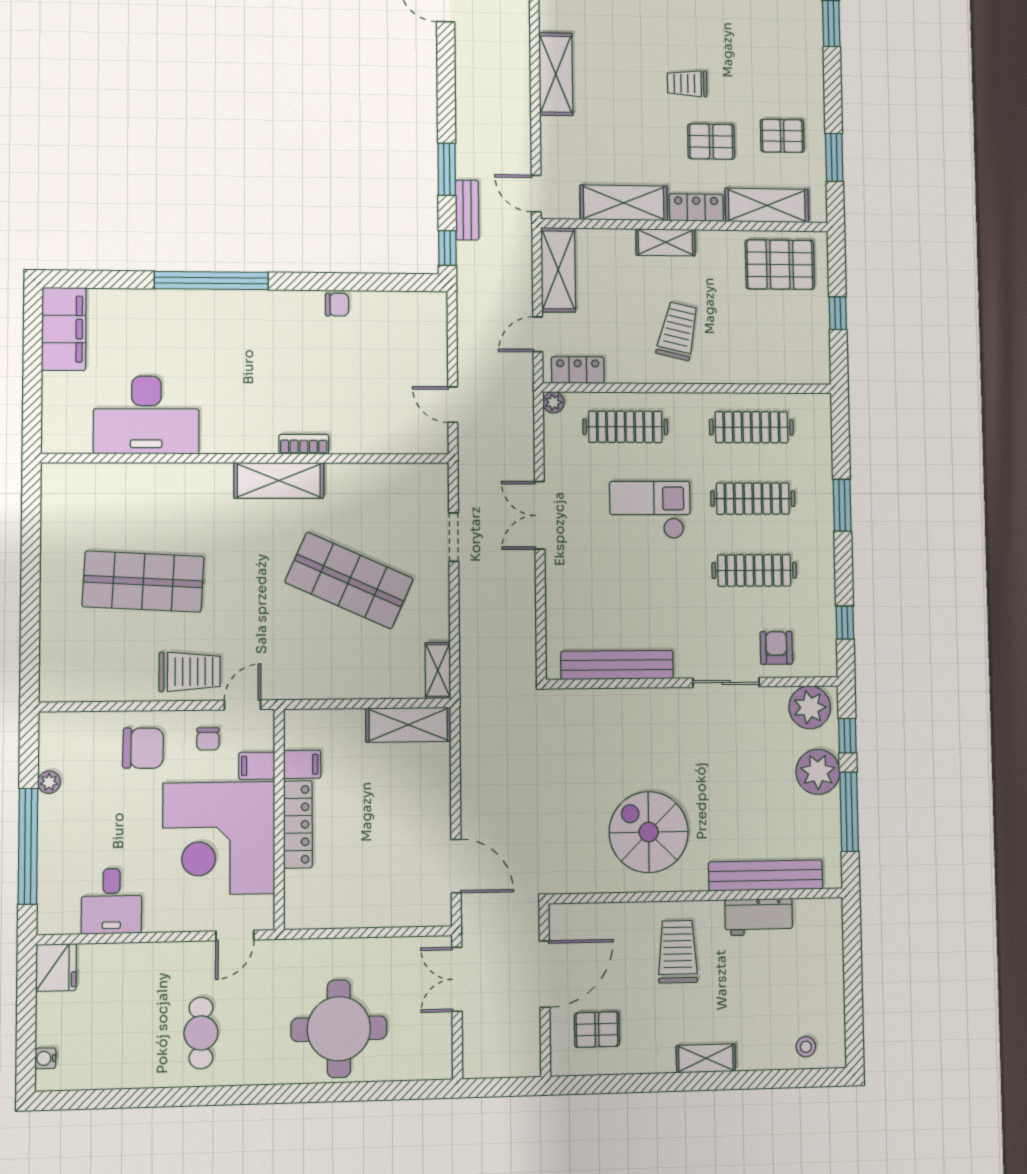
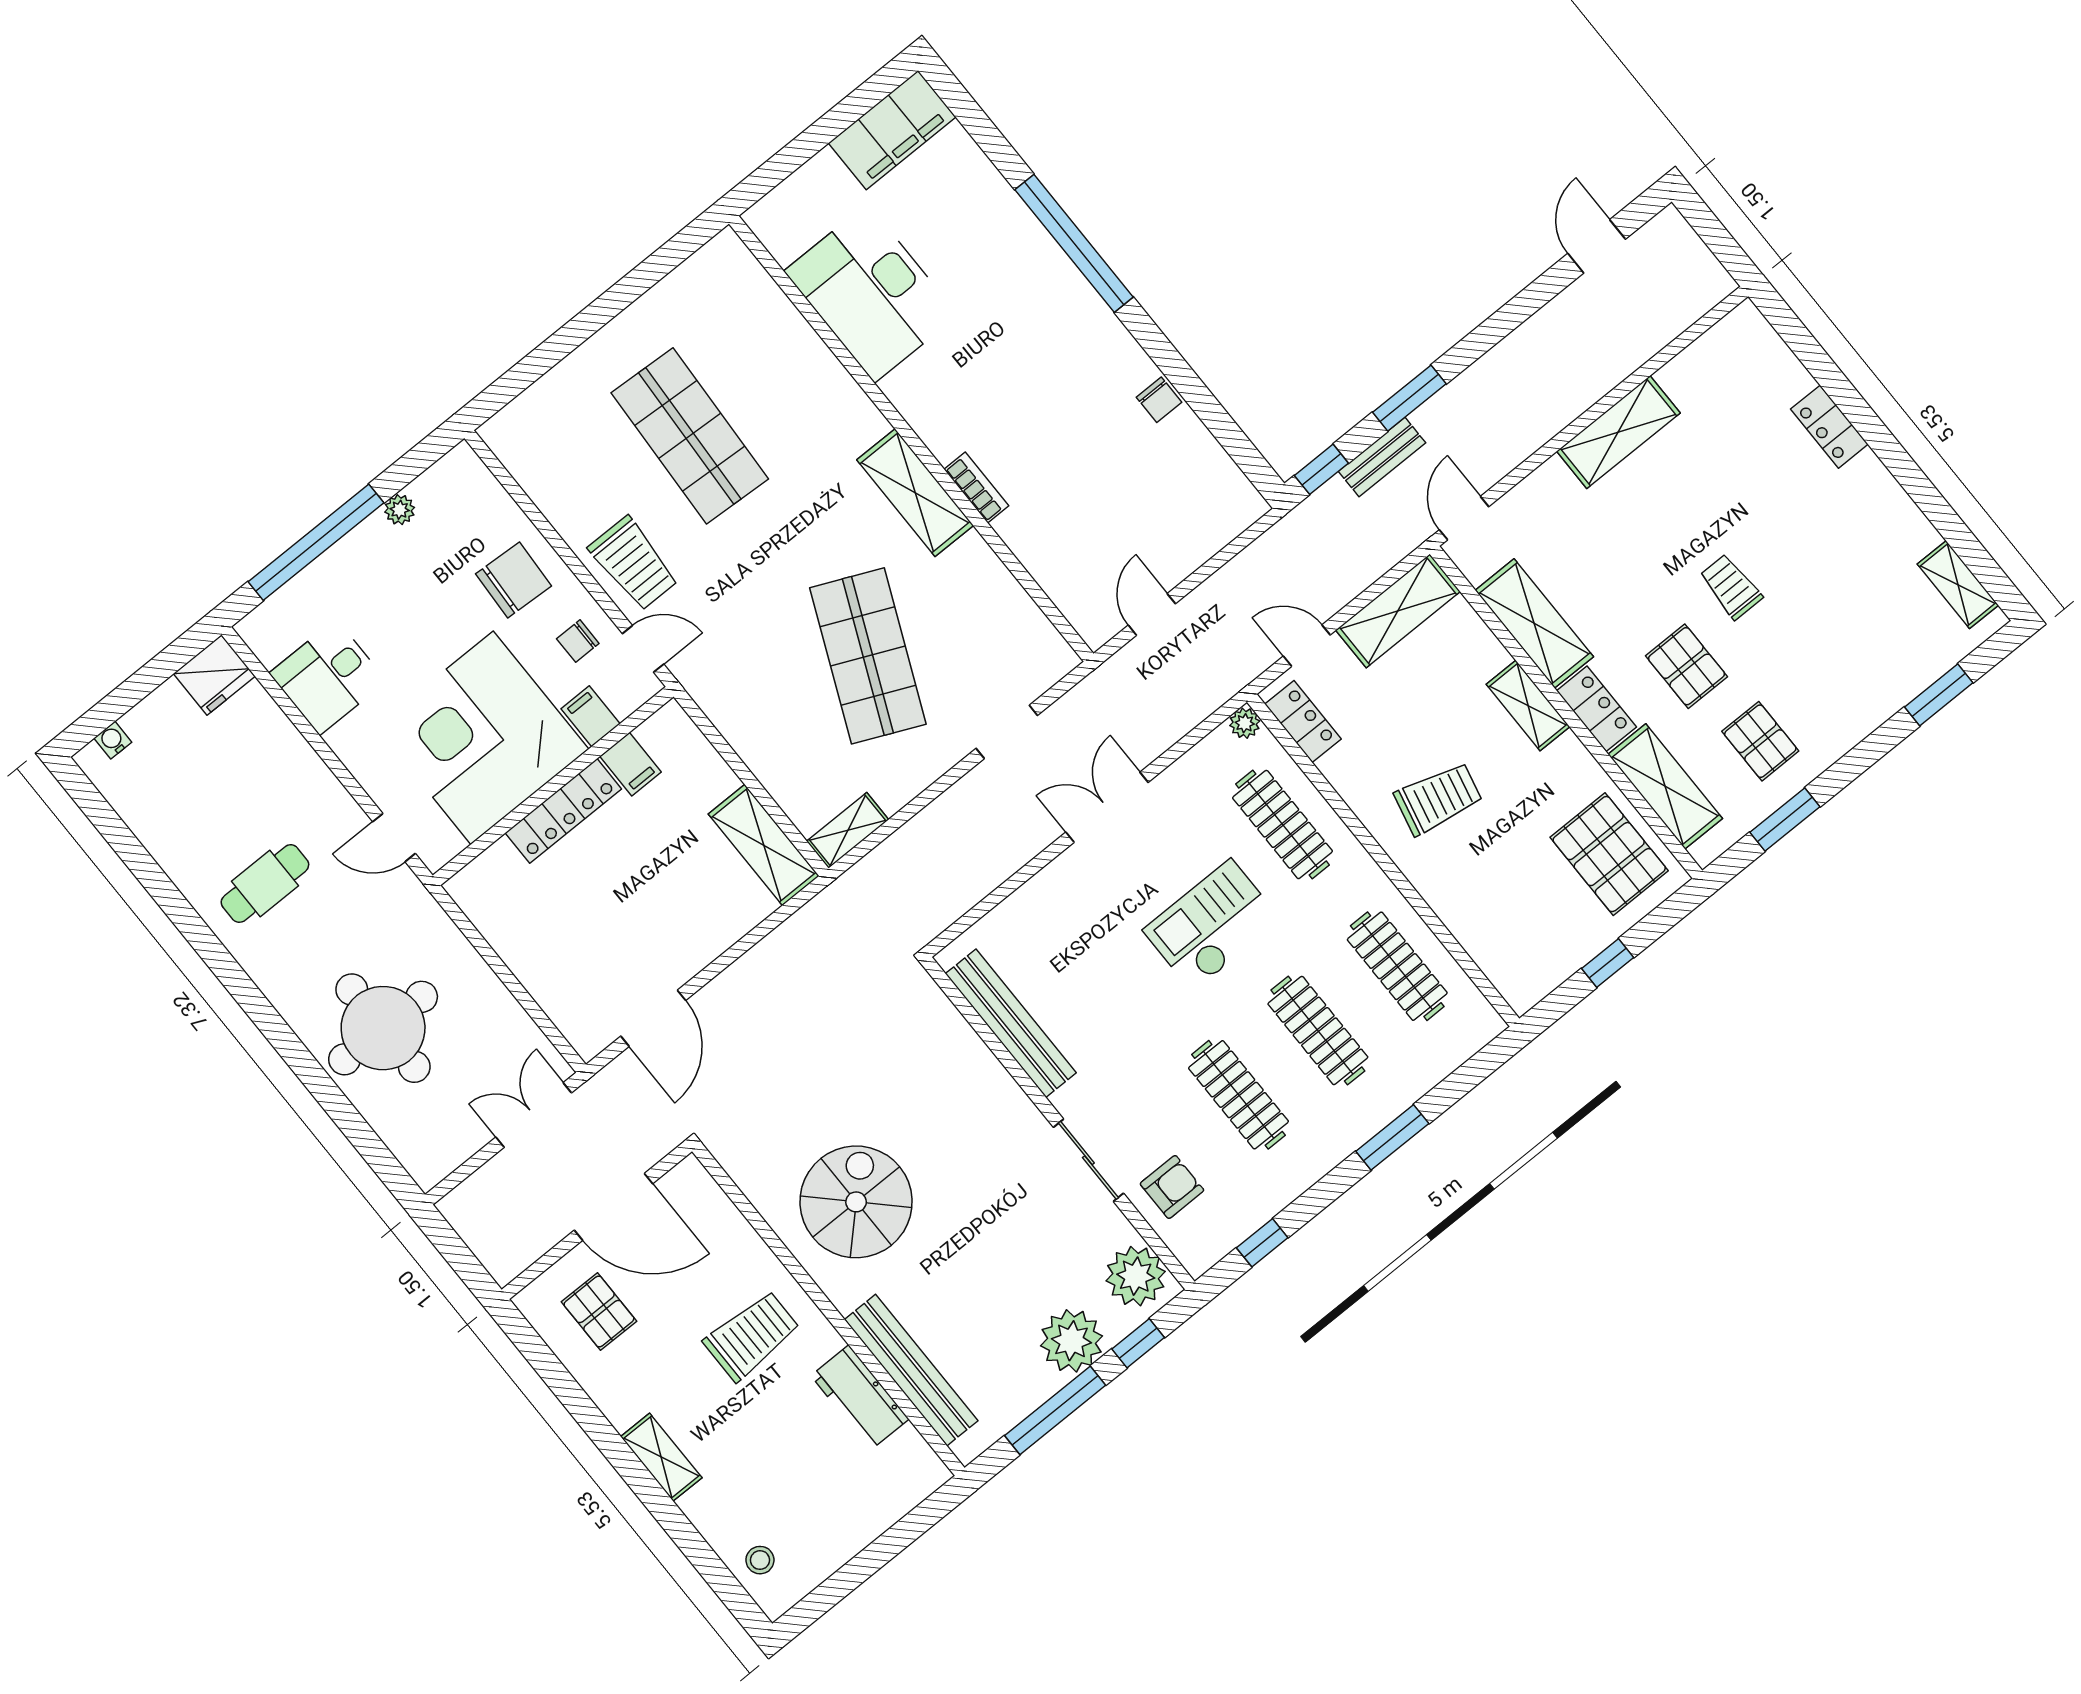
checkout: (650, 510) -> (1212, 925), turned -90
chair: (143, 748) -> (514, 580), turned -88

